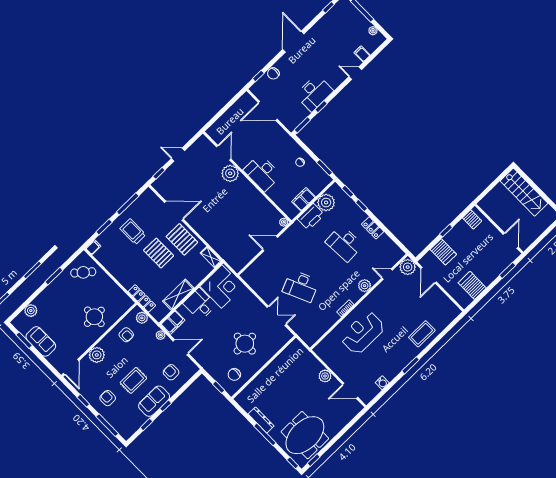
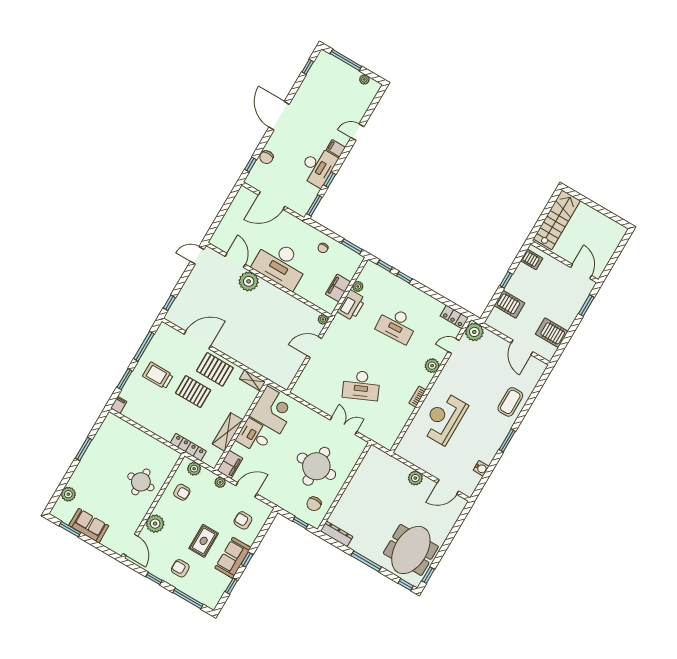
filing cabinet: (362, 54) -> (336, 148), moved
door: (178, 155) -> (197, 255), moved
desk: (262, 173) -> (281, 264), width x1.36, depth x1.30
stairs: (524, 192) -> (557, 220), moved, turned -90
plant: (326, 203) -> (358, 286), width x0.53, depth x0.53
locker: (373, 228) -> (454, 317), moved
cafe table: (83, 272) -> (115, 436), removed
door: (429, 275) -> (522, 347), moved
round table: (245, 344) -> (316, 466), width x1.36, depth x1.36
dresser: (261, 420) -> (337, 534), moved

